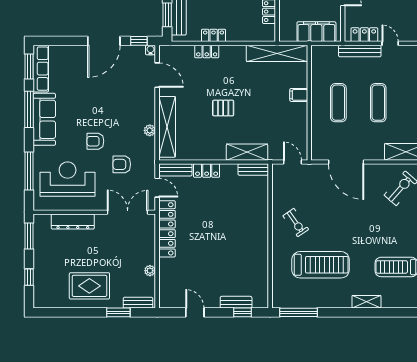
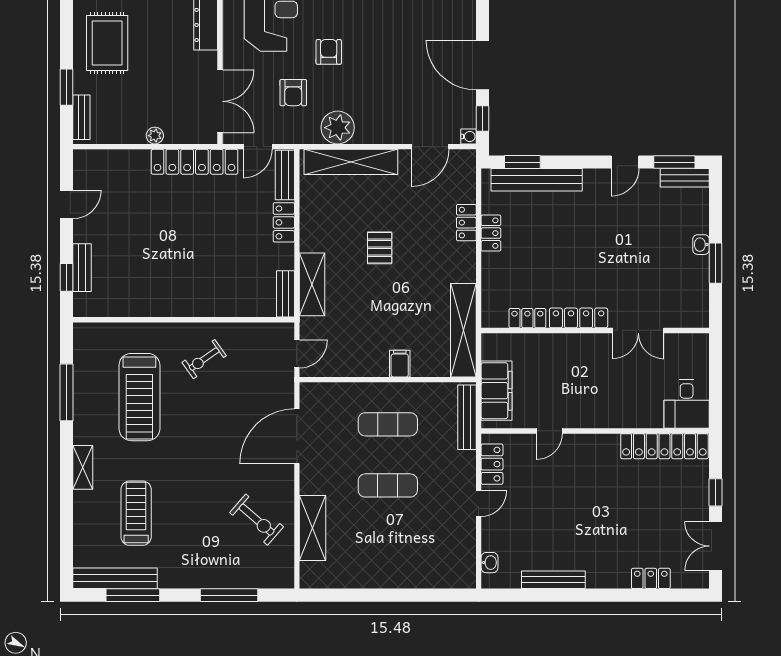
bench: (360, 51) -> (467, 417), moved
plant: (150, 130) -> (338, 128), width x1.87, depth x1.87
armchair: (122, 164) -> (293, 93), turned 180
plant: (150, 271) -> (155, 136), moved
window: (299, 312) -> (66, 392), moved

